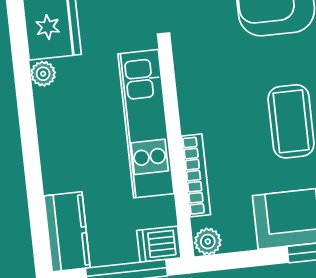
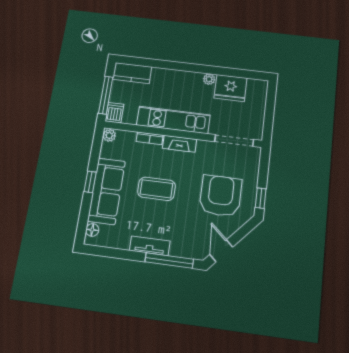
fireplace: (191, 99) -> (180, 144), added
bookcase: (196, 175) -> (150, 138), width x0.64

